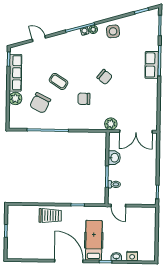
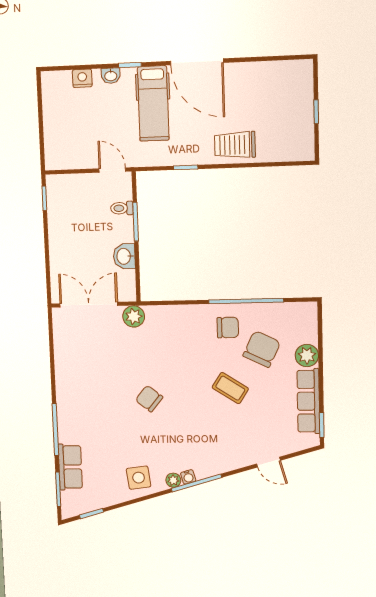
row of seats: (152, 65) -> (70, 467), moved
chair: (84, 99) -> (228, 328), moved

